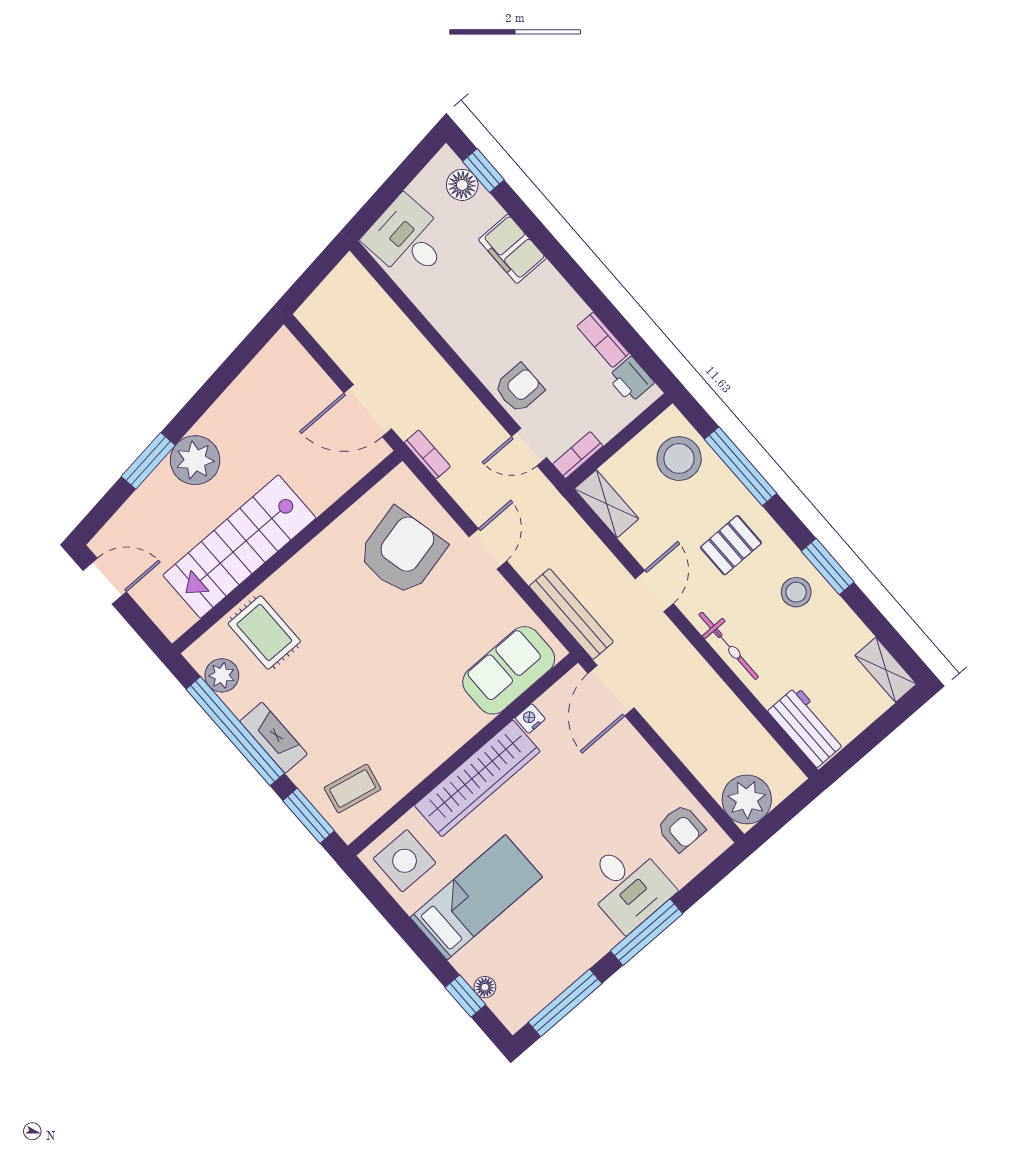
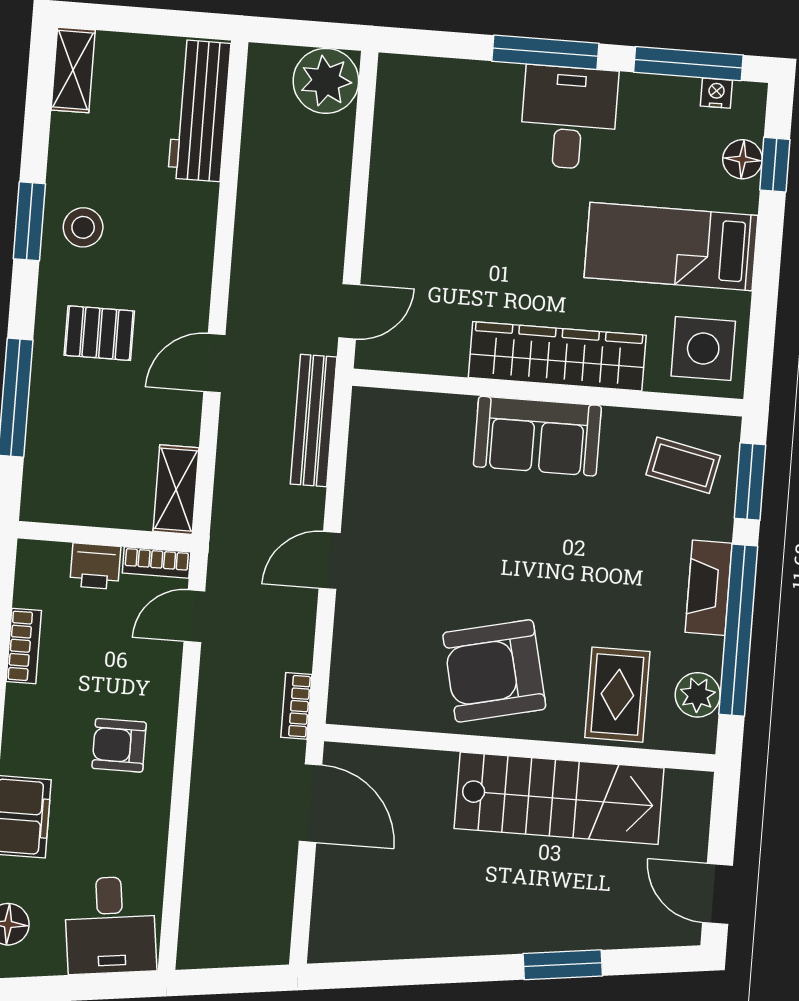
printer: (631, 380) -> (95, 566), moved, turned 90
armchair: (519, 388) -> (119, 745), moved
door: (529, 447) -> (194, 616), swing flipped
stool: (679, 459) -> (65, 463), removed
plant: (195, 460) -> (518, 921), removed
armchair: (402, 552) -> (494, 671), moved
bicycle: (729, 646) -> (197, 241), removed
sofa: (509, 670) -> (537, 436), moved
door: (611, 691) -> (349, 311), width x0.73
nightstand: (530, 719) -> (716, 93), moved, turned 180
workbench: (807, 727) -> (199, 111), width x1.38
armchair: (681, 828) -> (414, 117), removed
desk: (628, 885) -> (569, 118), moved
floor lamp: (485, 987) -> (743, 159), width x1.37, depth x1.37

